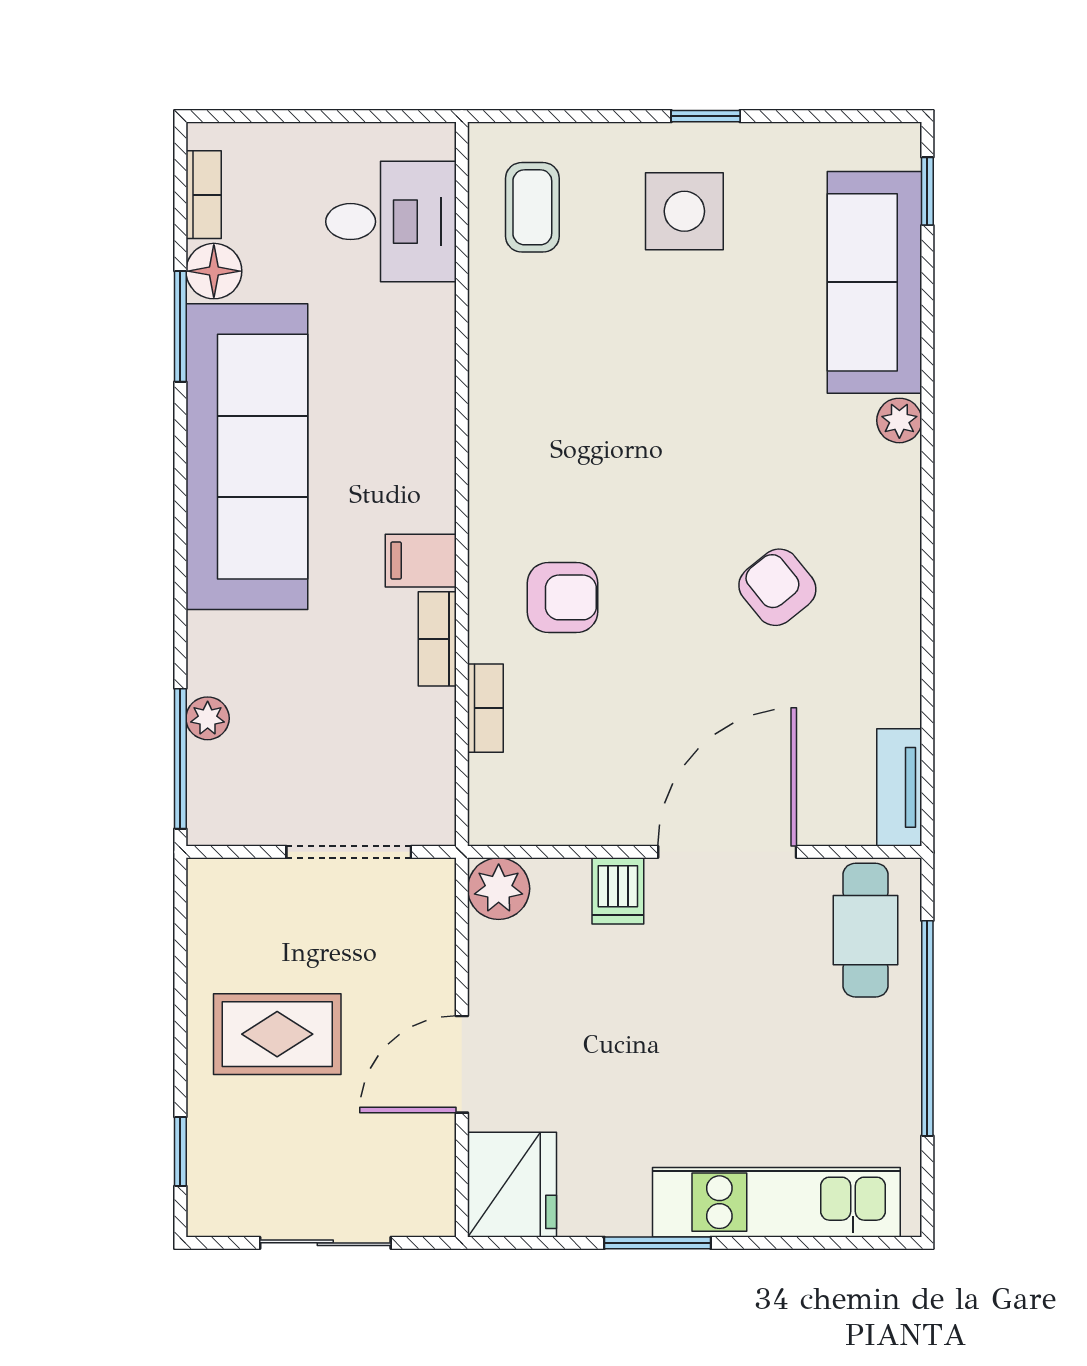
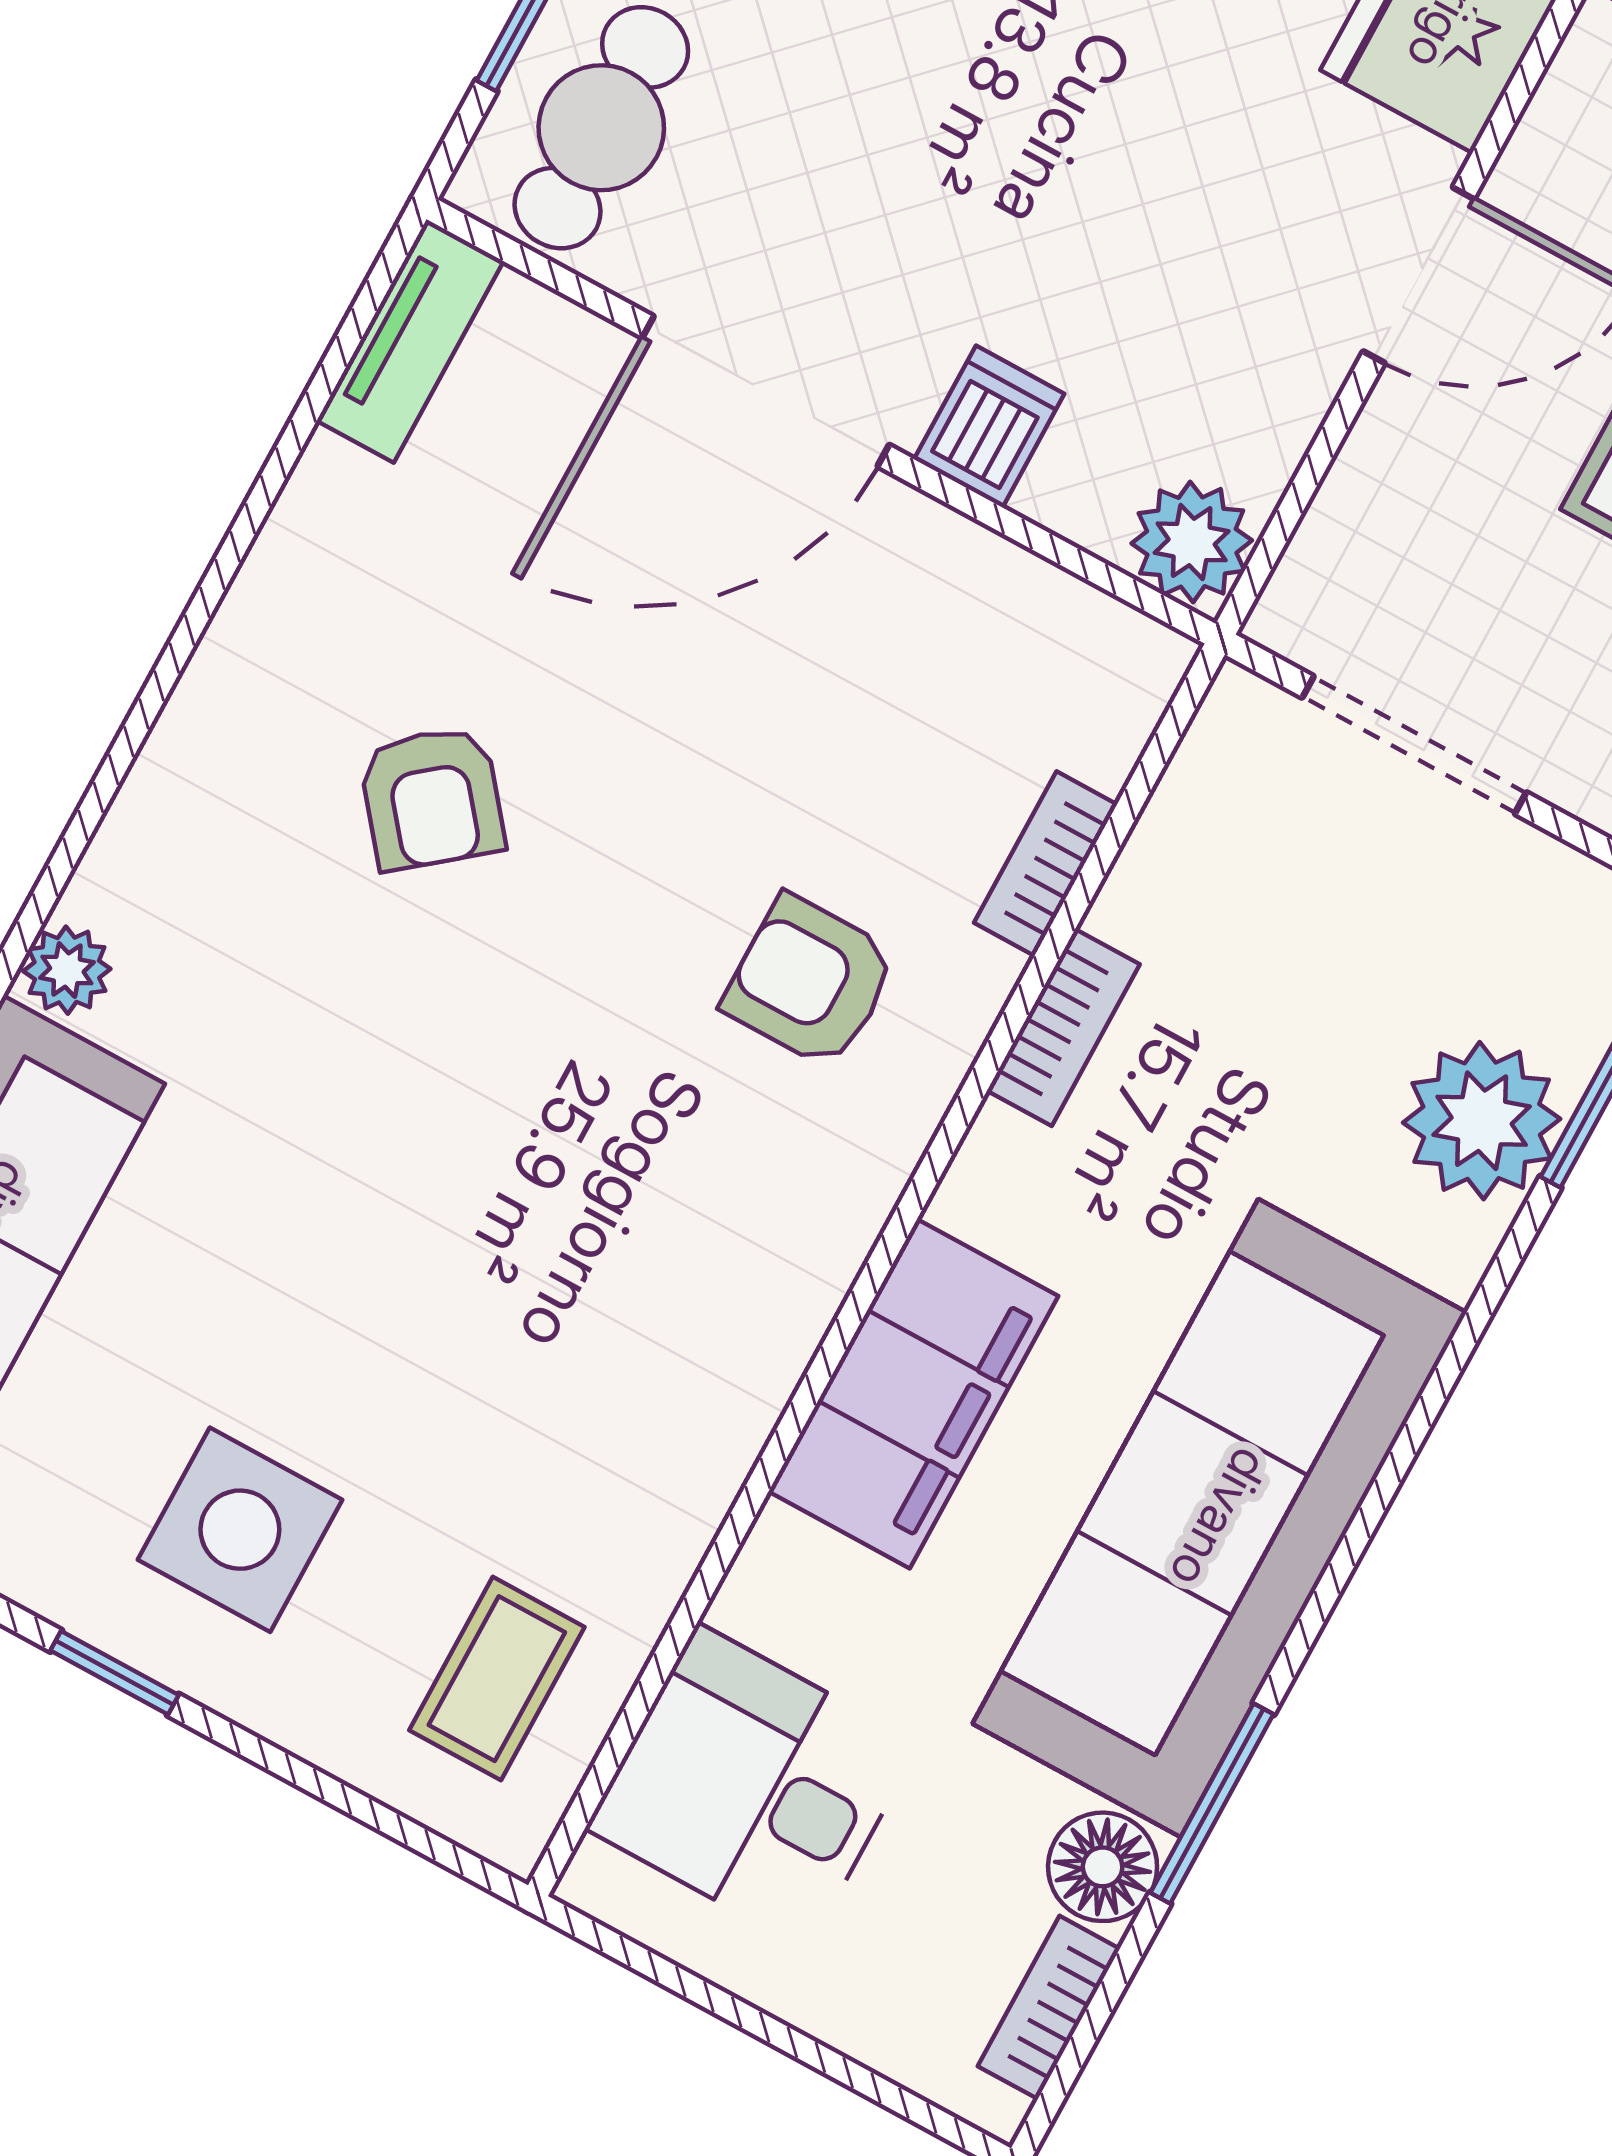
filing cabinet: (421, 561) -> (913, 1394), moved, width x3.00, depth x1.17
plant: (208, 718) -> (1482, 1121), width x1.87, depth x1.87

